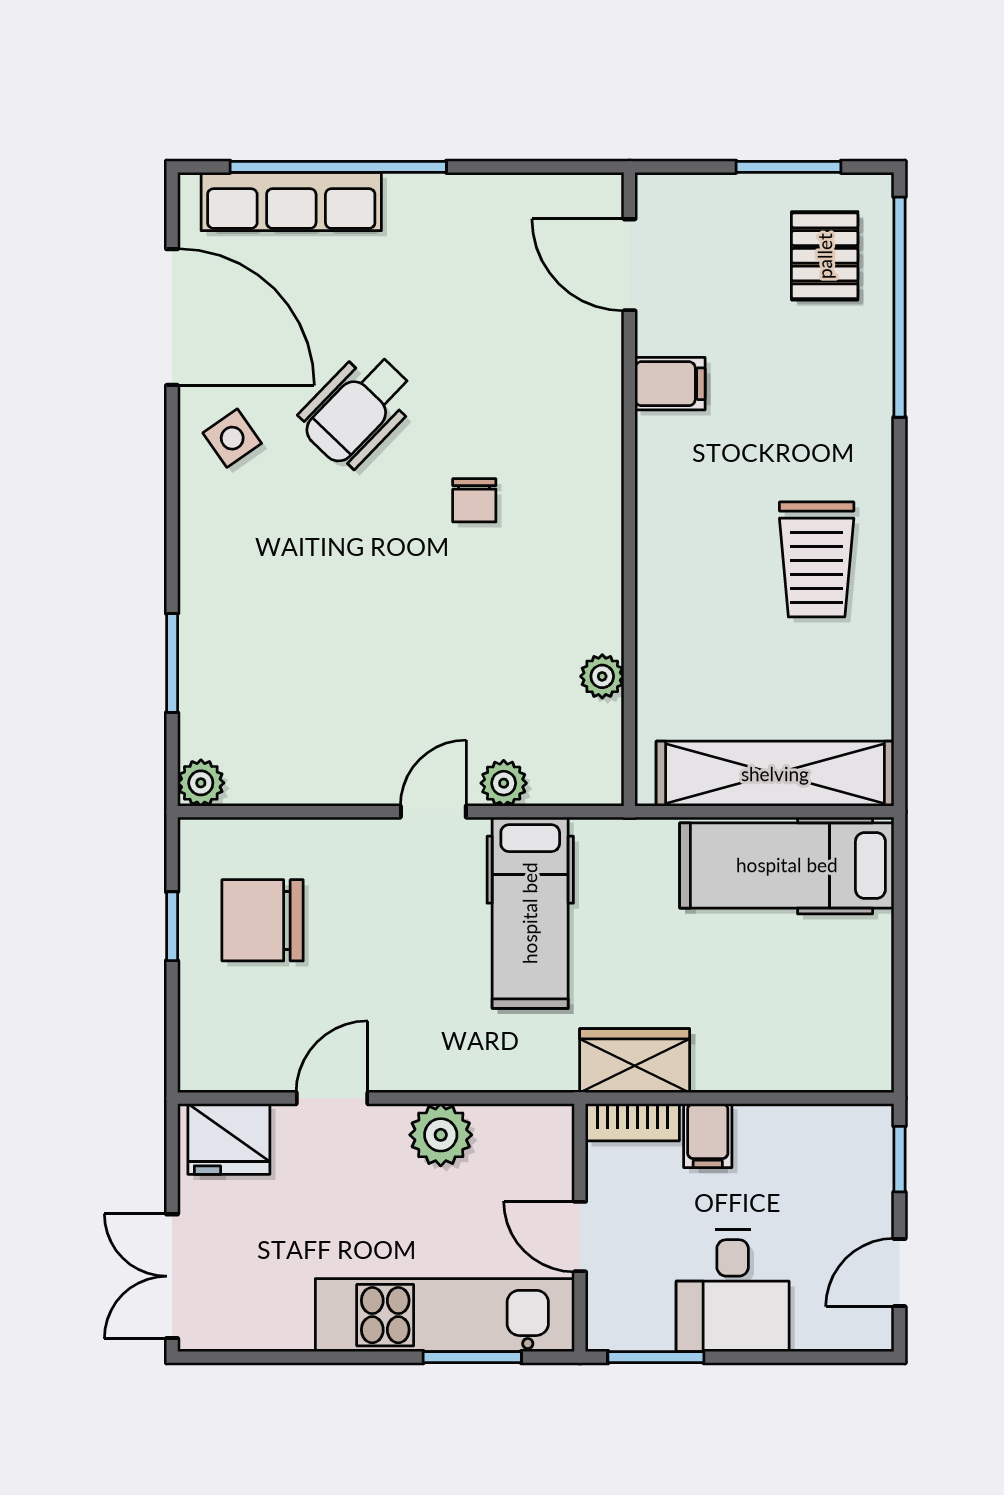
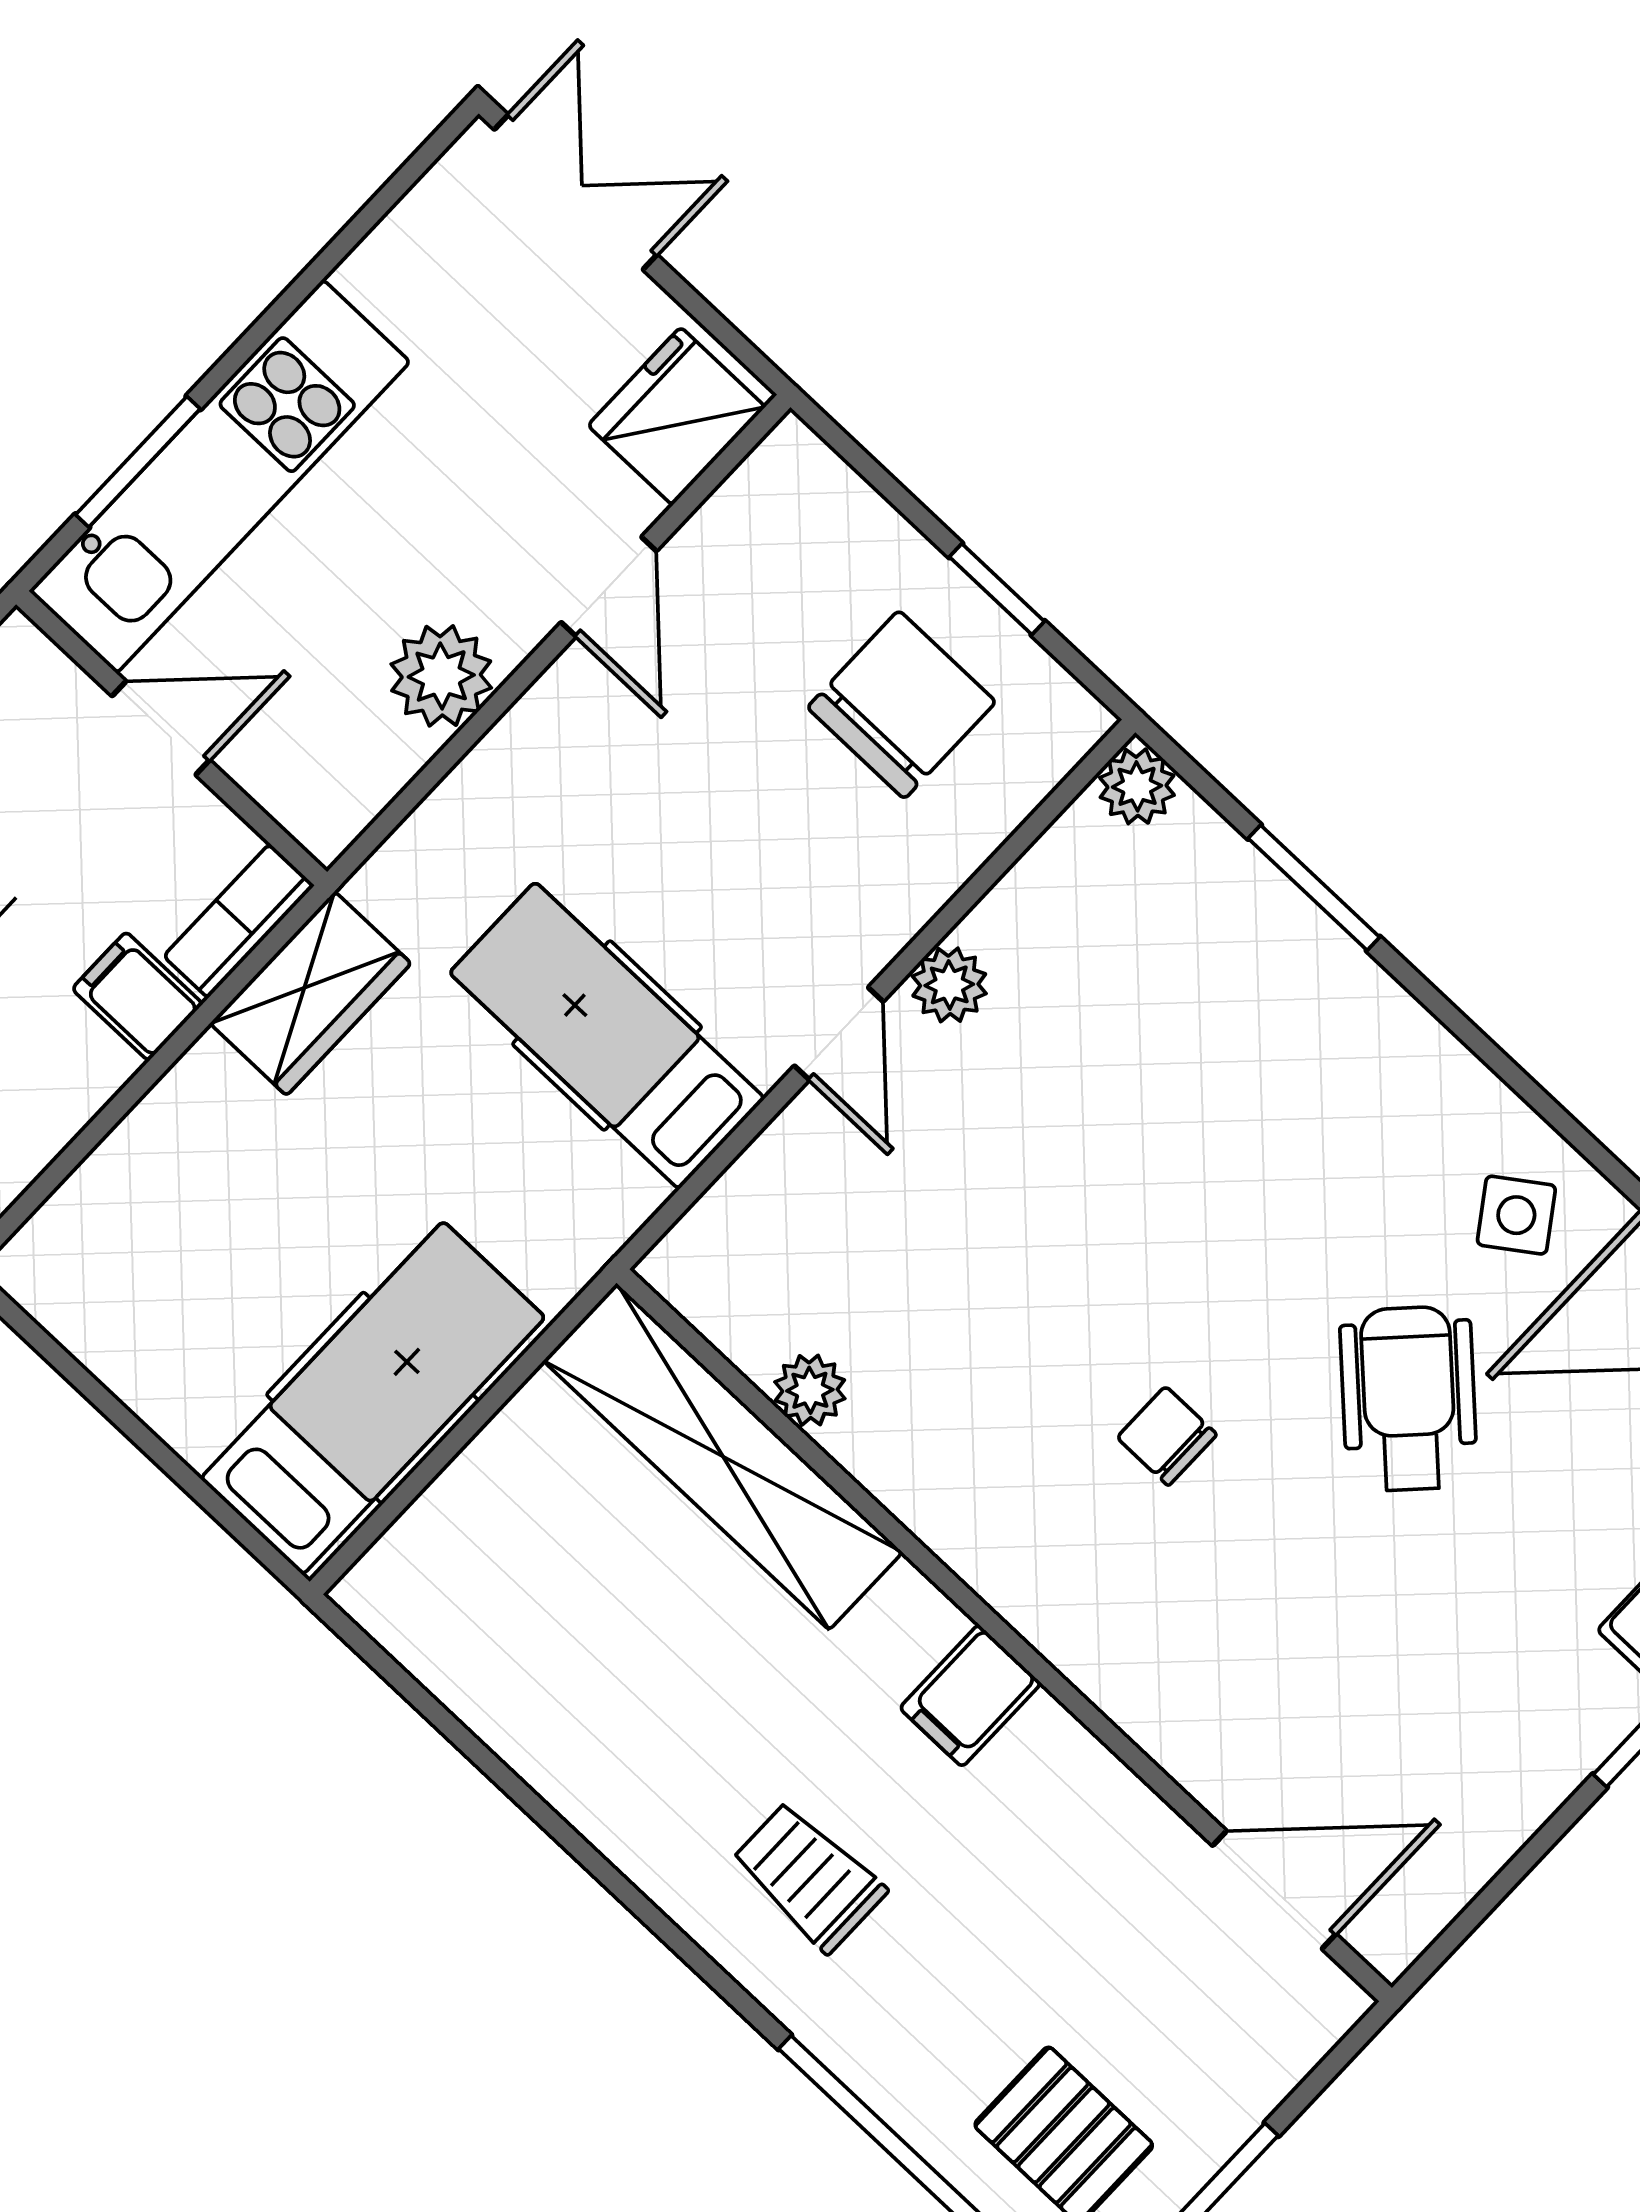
filing cabinet: (670, 384) -> (970, 1696), moved
trolley: (817, 559) -> (809, 1877), moved, width x0.73, depth x0.72
shelving: (775, 774) -> (723, 1457), moved, turned 90
plant: (504, 783) -> (949, 985), moved

